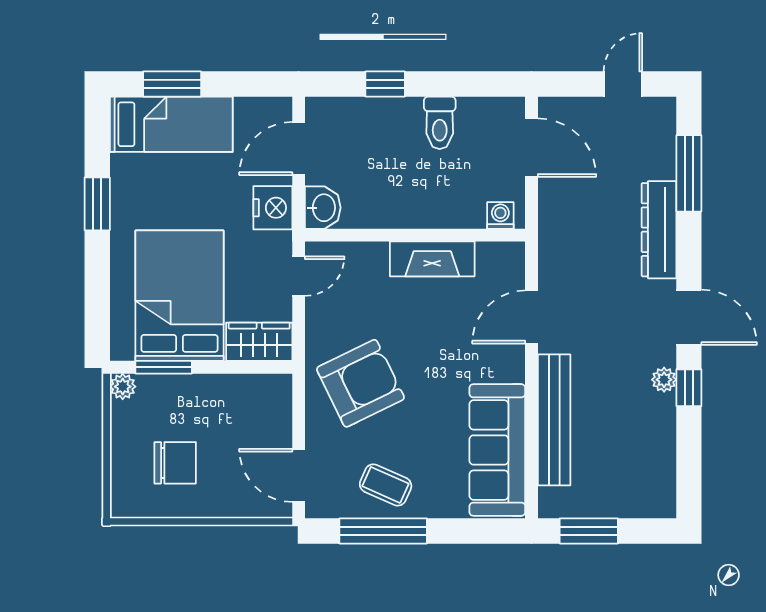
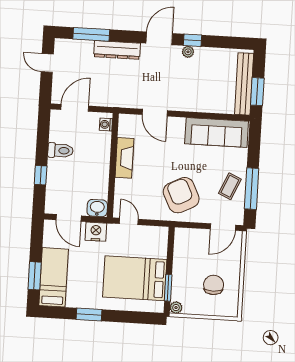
wardrobe: (259, 342) -> (159, 242), removed
bench: (554, 420) -> (244, 84), moved, turned 90

